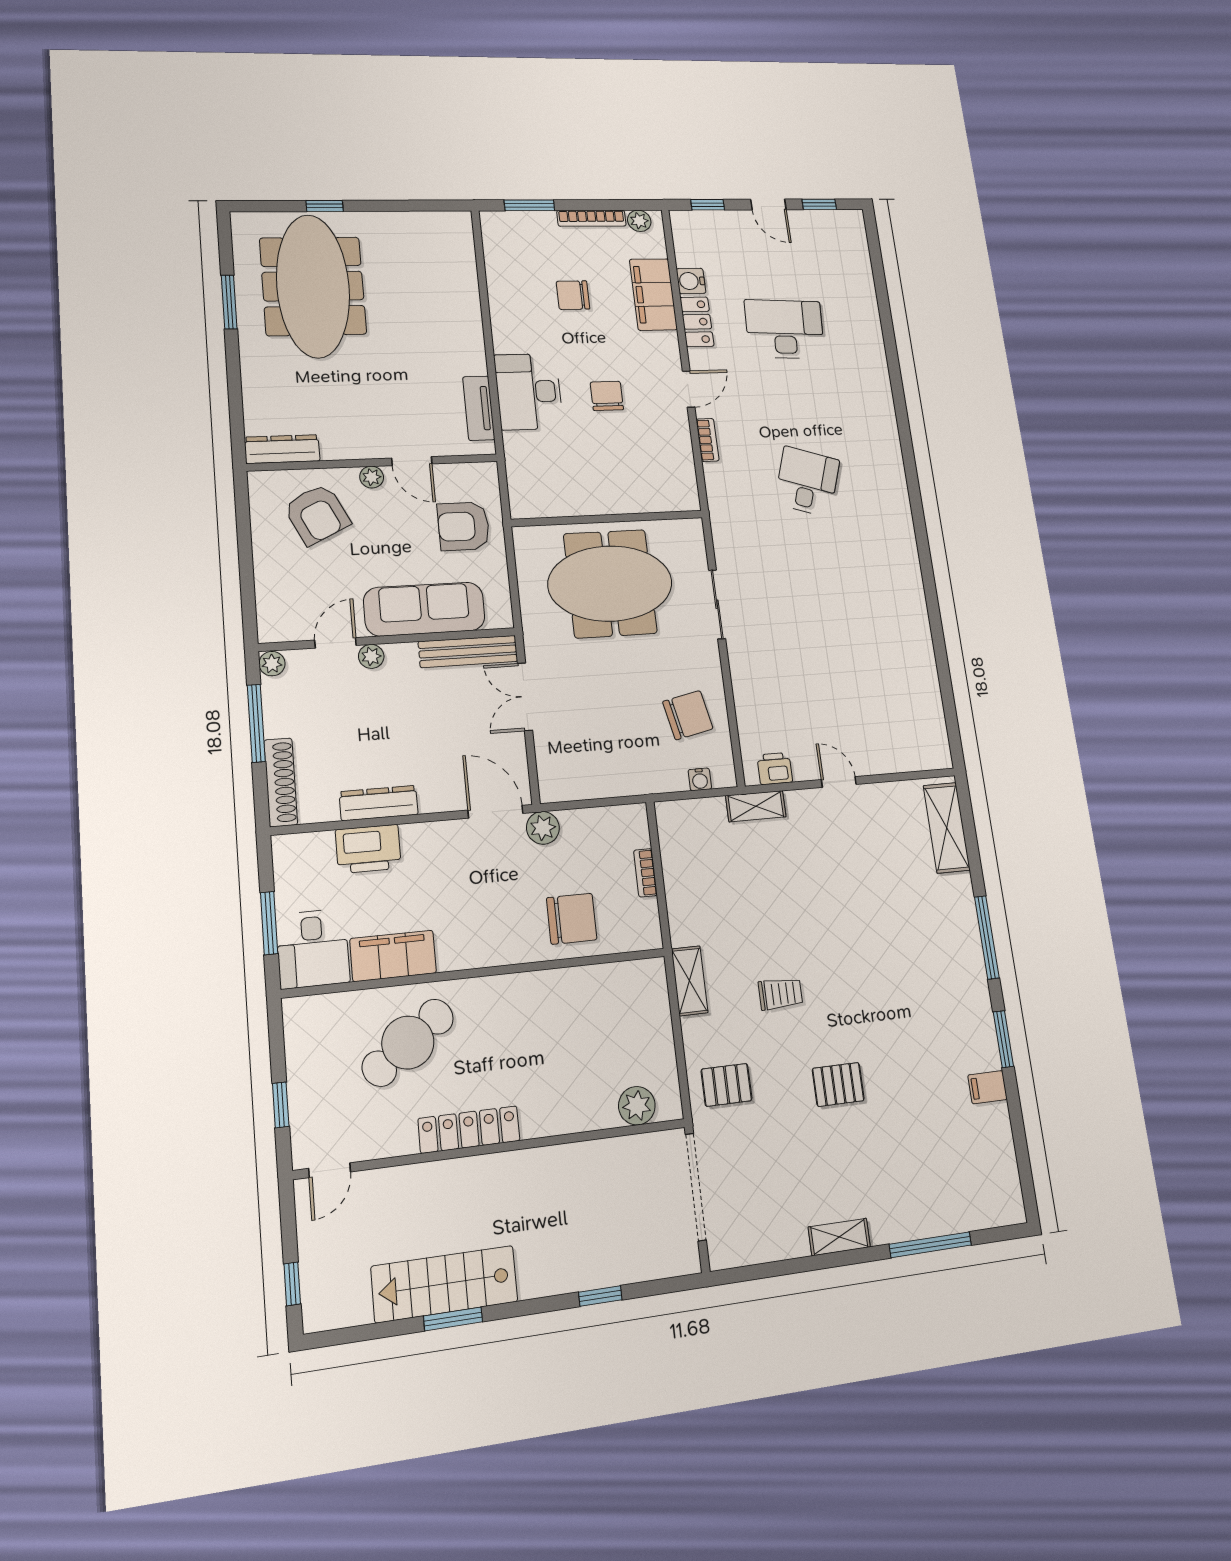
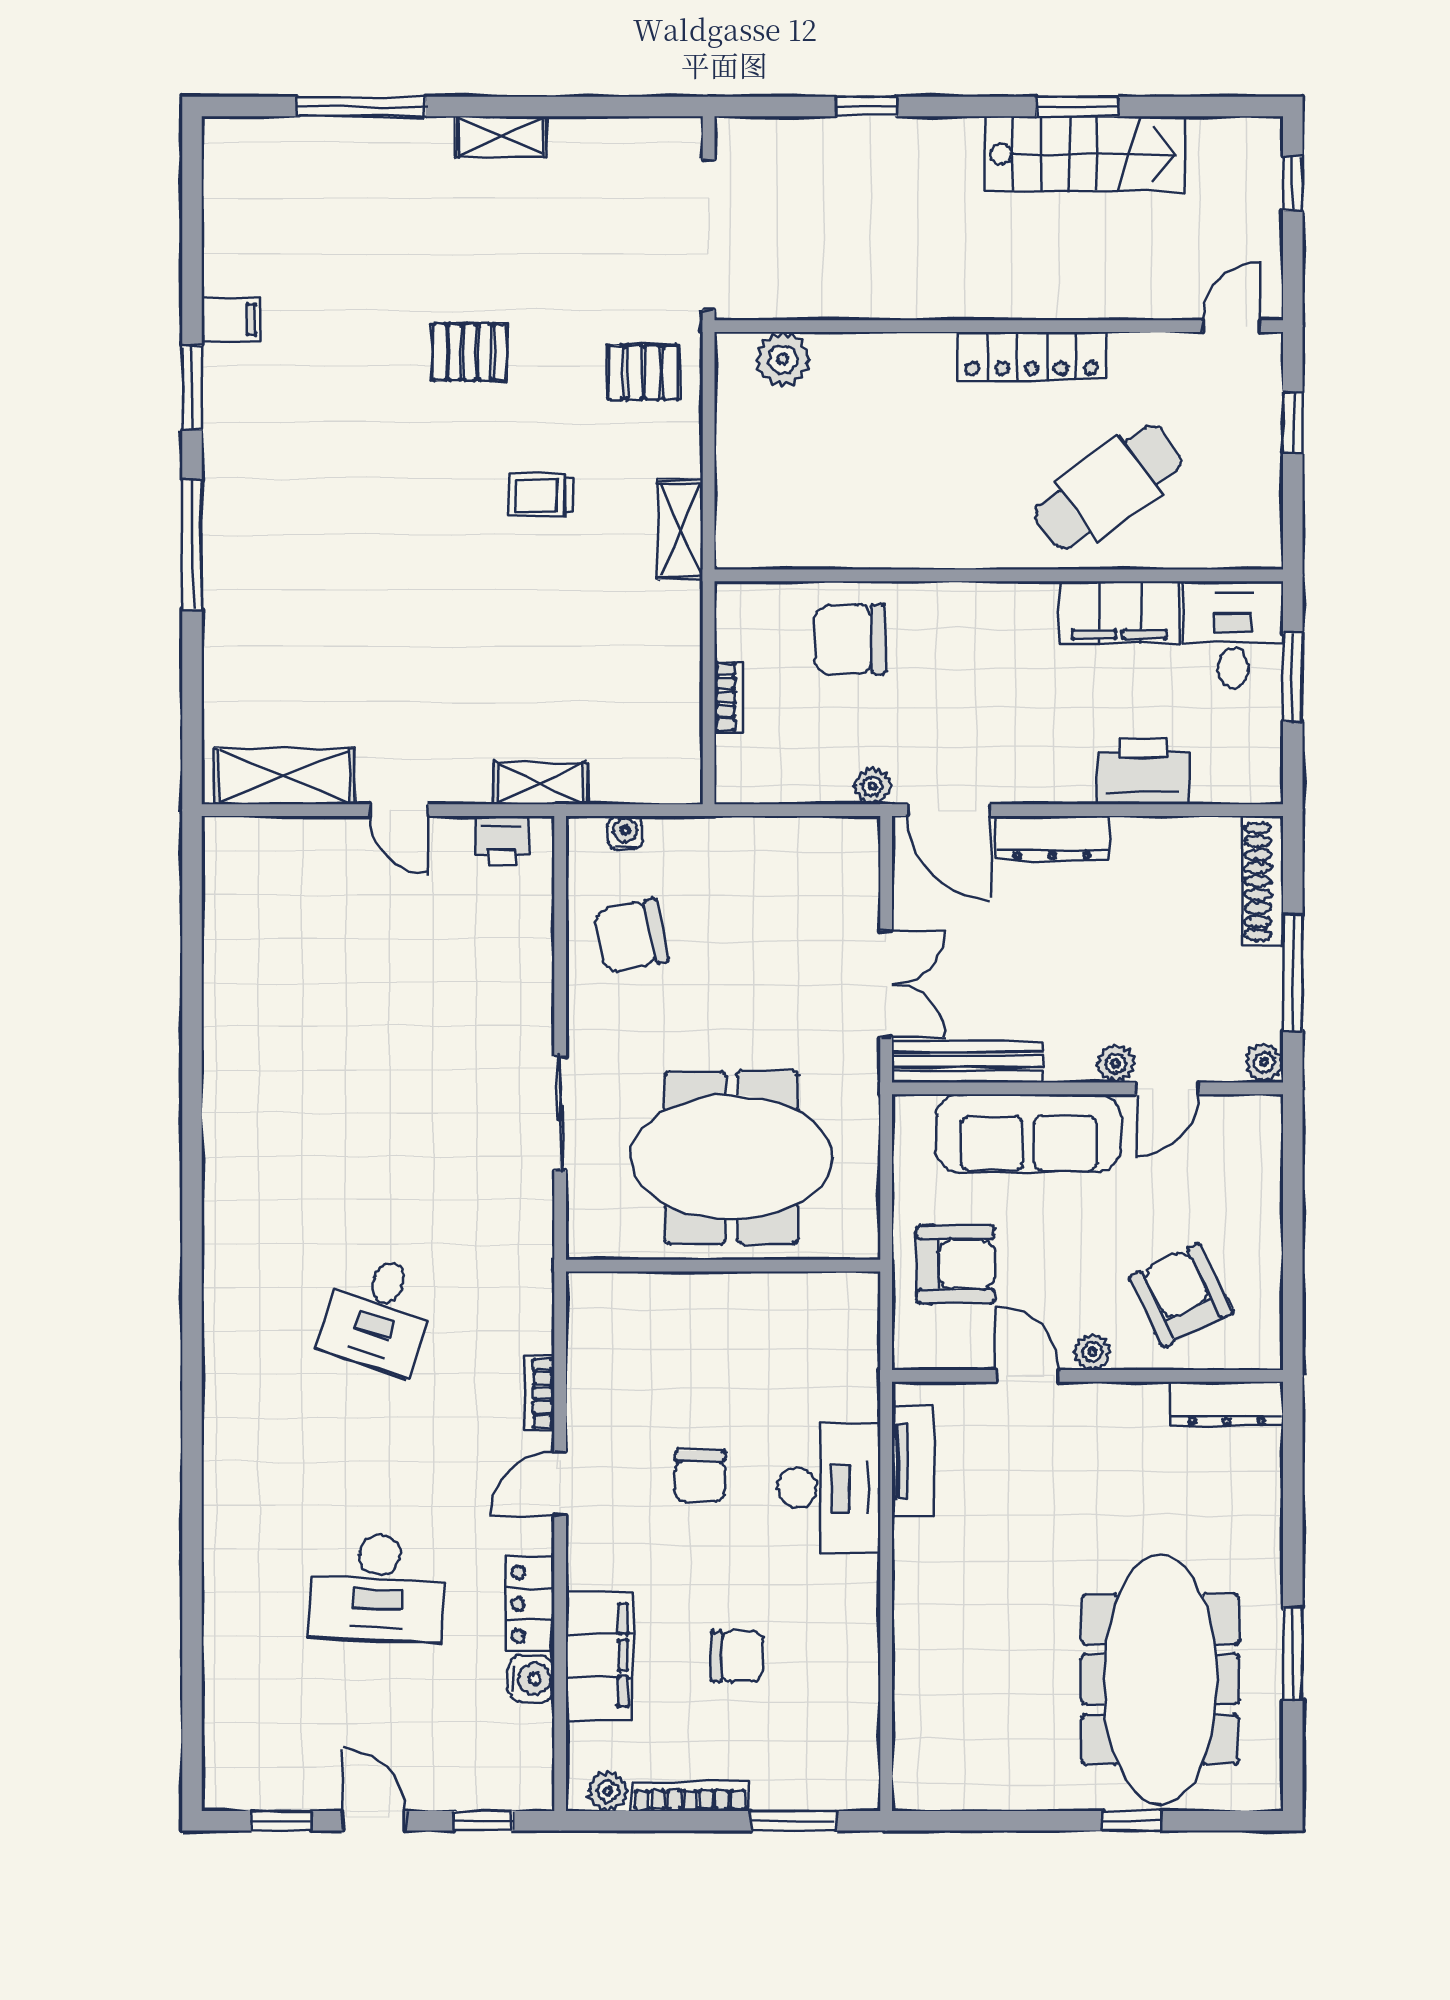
dresser: (379, 803) -> (1052, 838), moved
plant: (543, 828) -> (873, 786), width x0.73, depth x0.73
shelving: (947, 828) -> (284, 776), moved, turned 90

